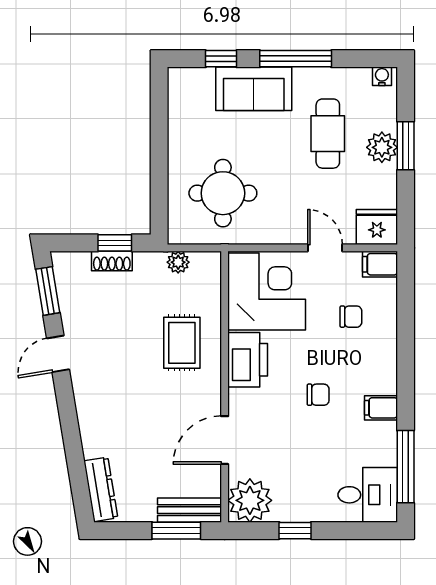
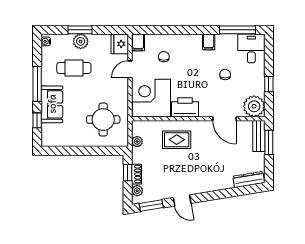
plant: (78, 262) -> (137, 191), added
chair: (318, 395) -> (225, 75), moved

